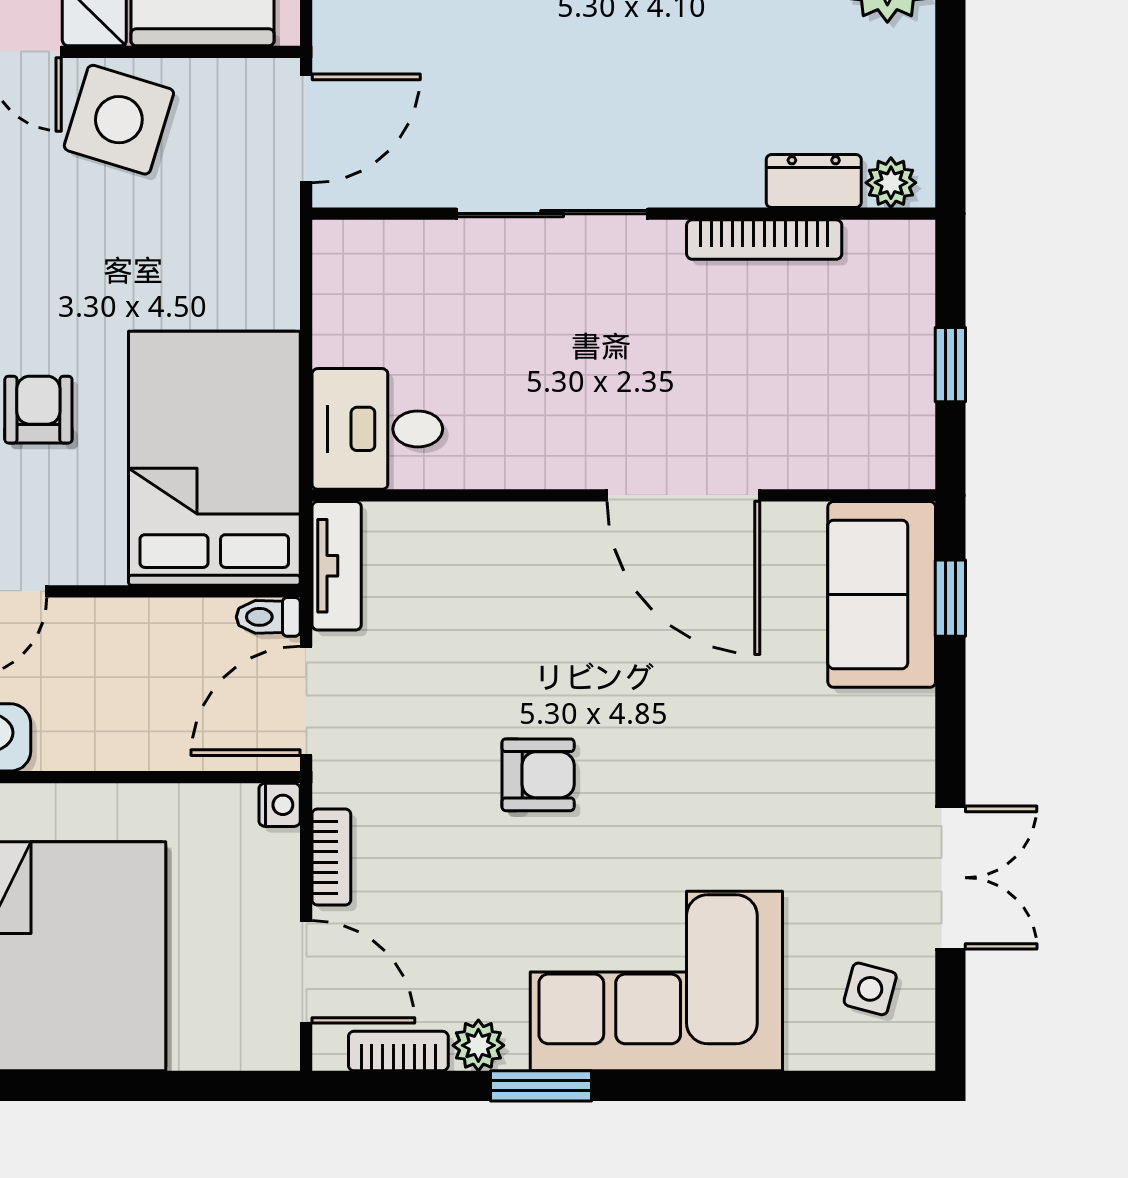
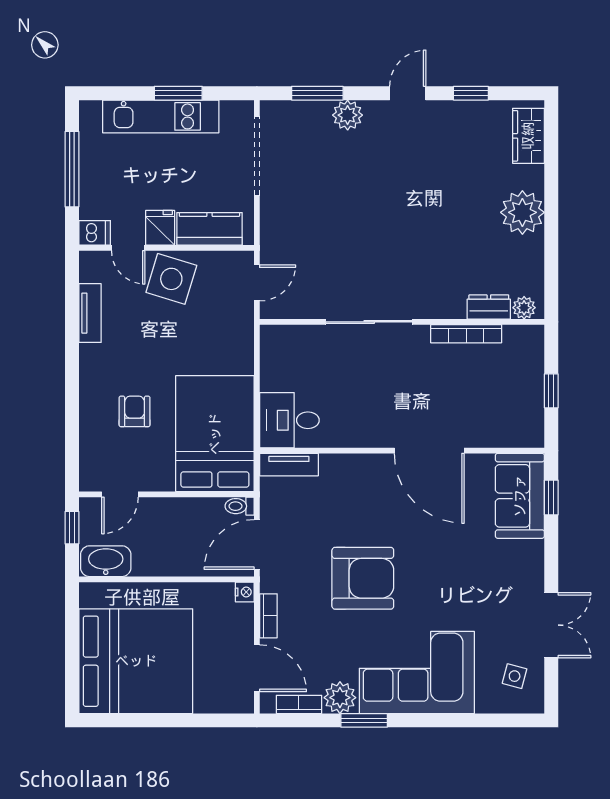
door: (306, 128) -> (257, 283), width x0.73
tv unit: (337, 566) -> (289, 465), moved, turned 90
armchair: (538, 775) -> (363, 578), width x1.88, depth x1.88
plant: (478, 1045) -> (340, 698), width x1.38, depth x1.38

